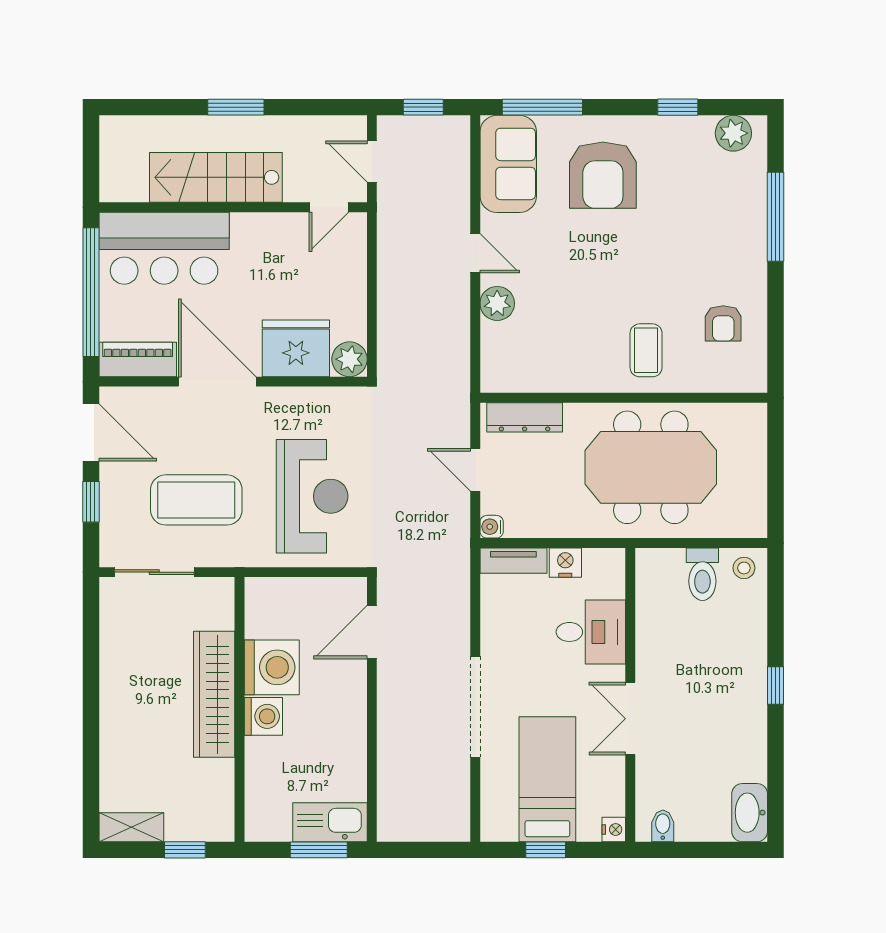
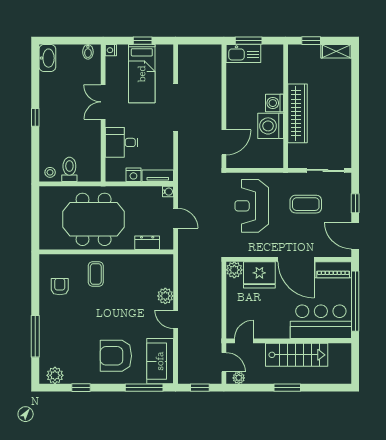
plant: (340, 128) -> (239, 378), added
armchair: (603, 175) -> (116, 356), turned -90
dresser: (525, 417) -> (147, 243), width x0.70
coffee table: (196, 500) -> (306, 204), width x0.73, depth x0.76
double door: (630, 719) -> (103, 102), swing flipped

